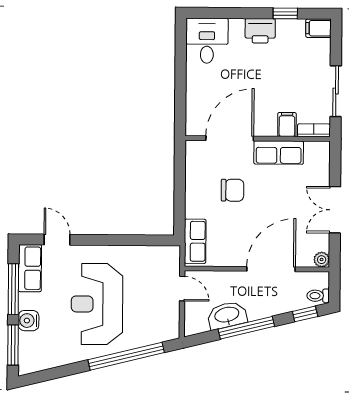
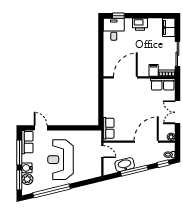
window: (285, 13) -> (118, 16), moved
filing cabinet: (318, 28) -> (169, 27), width x2.00
row of seats: (279, 153) -> (163, 84), moved
chair: (232, 190) -> (127, 103), removed
plant: (29, 344) -> (27, 179), added
window: (126, 356) -> (51, 191), moved

